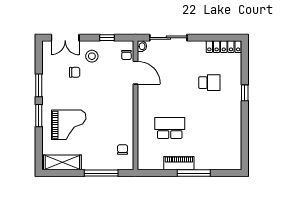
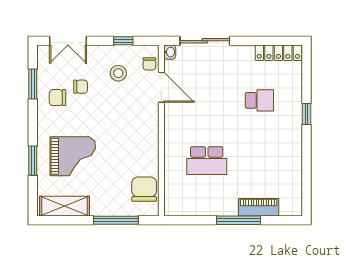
stool: (92, 56) -> (118, 73), moved
chair: (57, 81) -> (57, 98), added
window: (39, 85) -> (33, 84), moved
window: (39, 116) -> (33, 161), moved
school desk: (170, 128) -> (207, 161), turned 180
chair: (123, 149) -> (144, 189), width x1.87, depth x1.87
piano: (179, 163) -> (259, 207), moved

